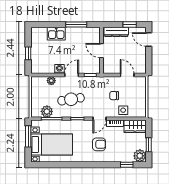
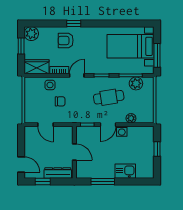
armchair: (99, 144) -> (66, 40), moved
window: (127, 165) -> (74, 23), moved

